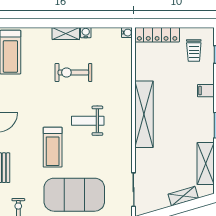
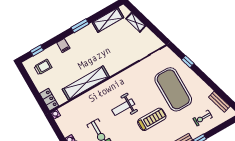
locker: (157, 35) -> (49, 100), width x0.66
shelving: (144, 114) -> (86, 83), moved
weight bench: (88, 121) -> (123, 107), turned 90

